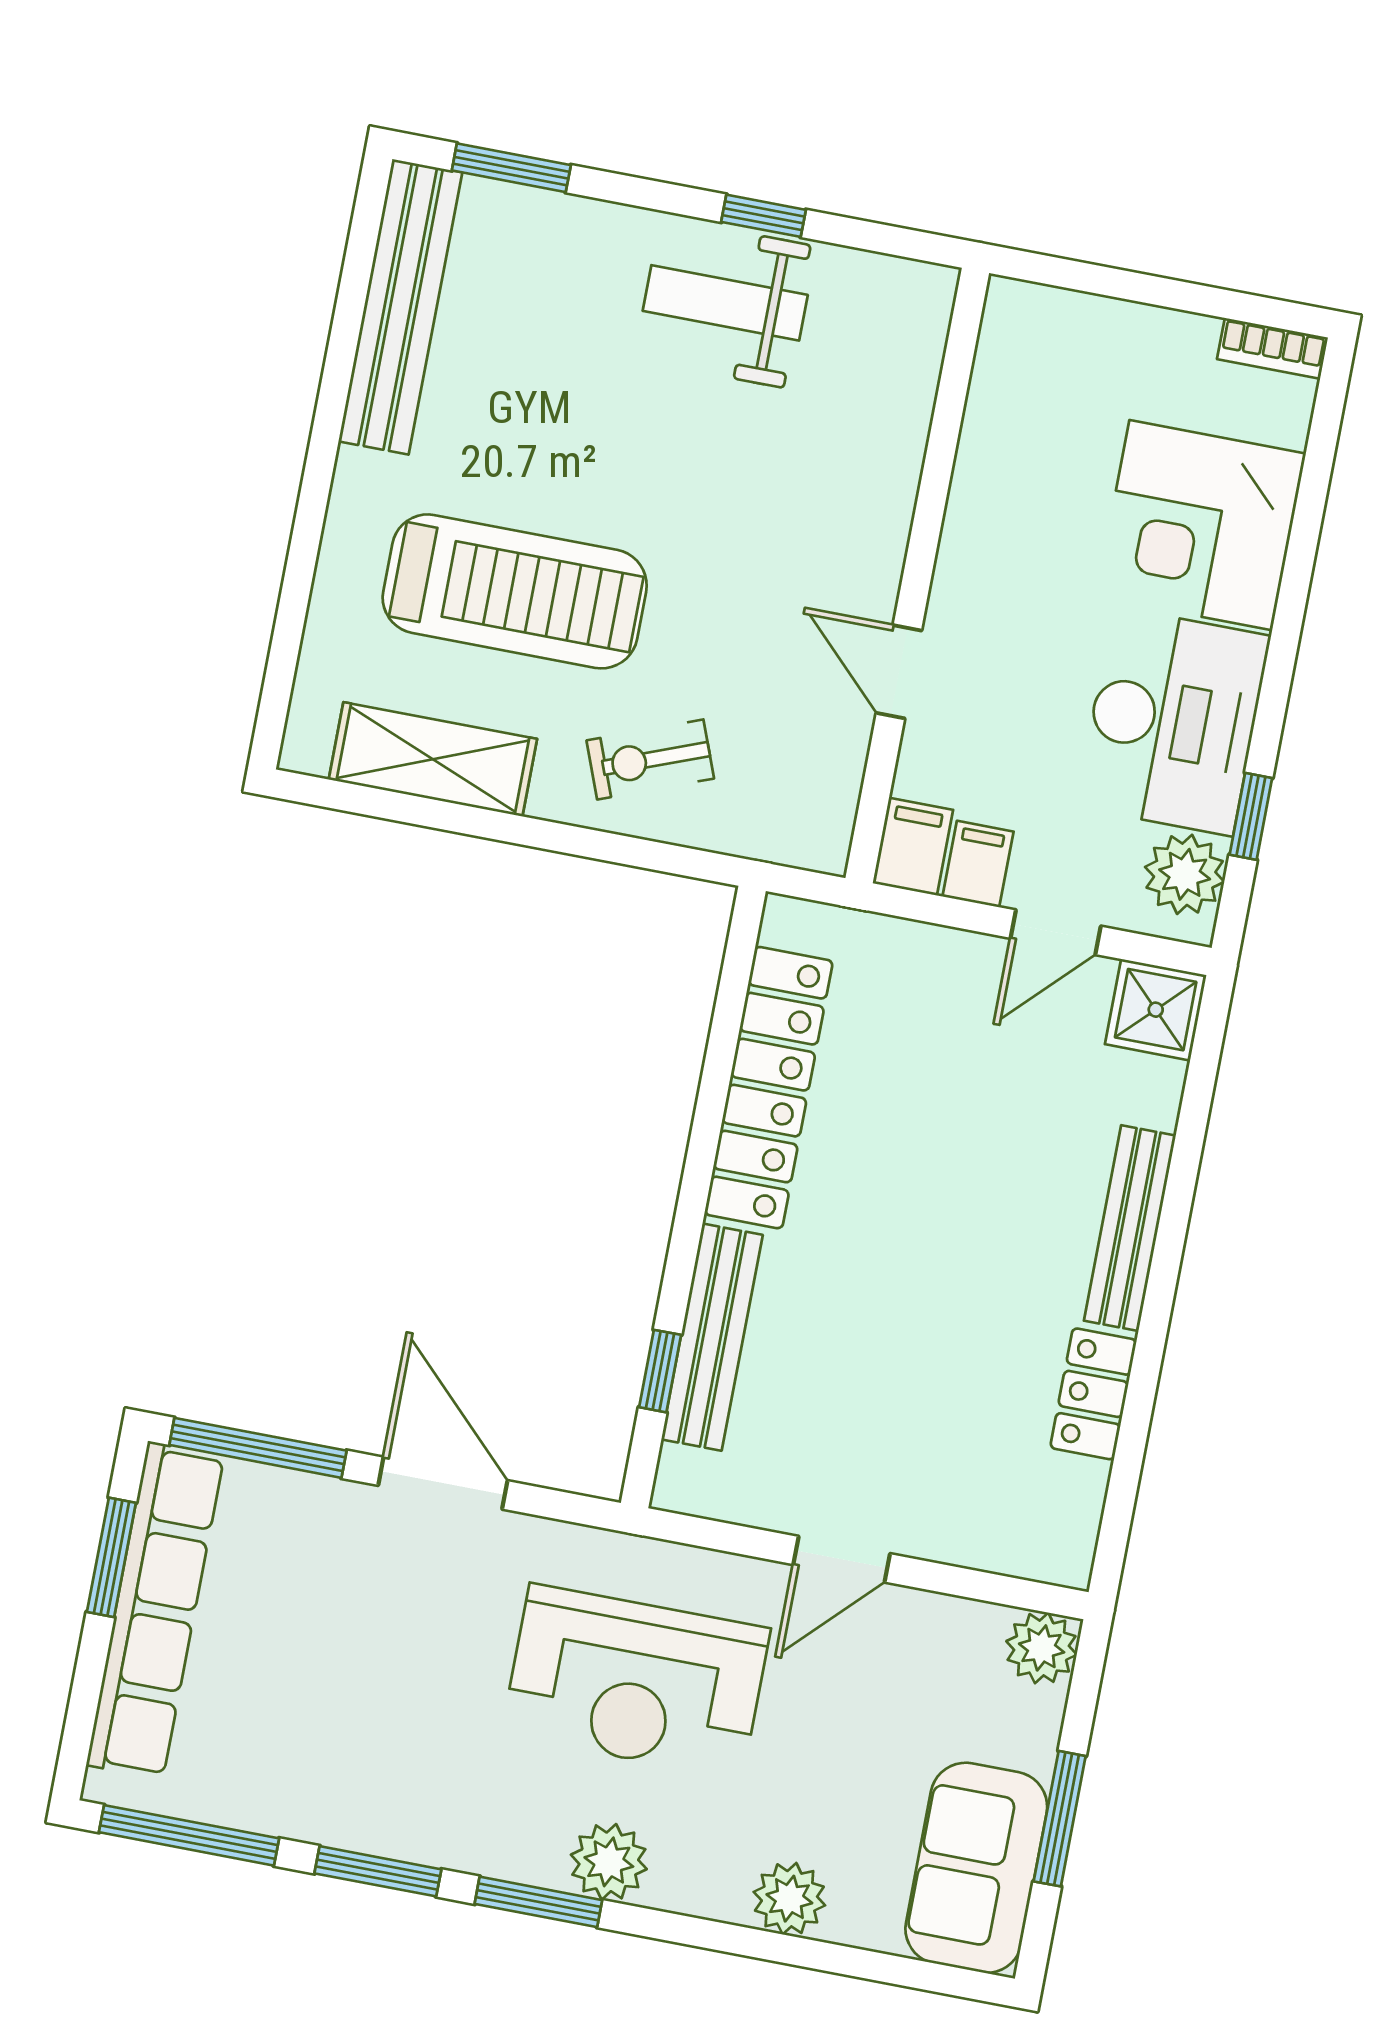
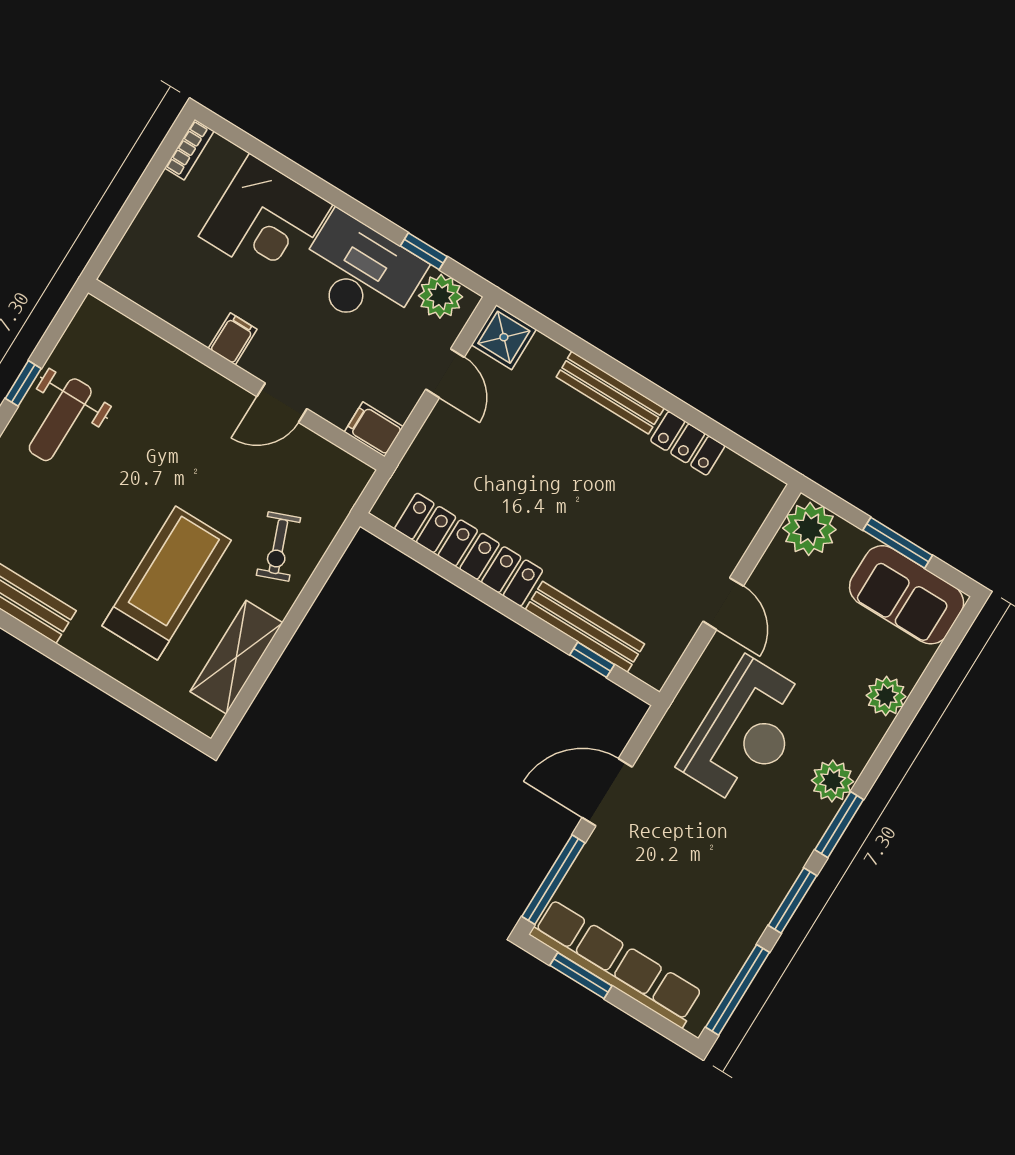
filing cabinet: (978, 864) -> (233, 339), moved, turned 90
plant: (1042, 1648) -> (809, 529), width x1.36, depth x1.36

